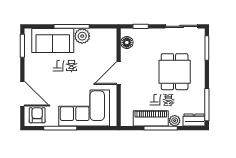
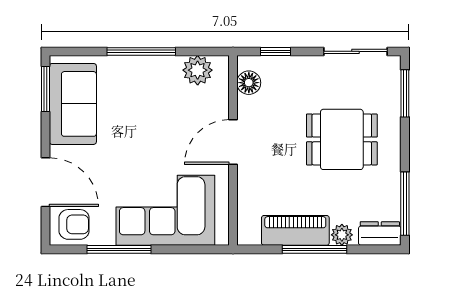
plant: (82, 36) -> (198, 70), moved
sofa: (53, 41) -> (73, 104), moved, turned -90
dining table: (175, 72) -> (342, 139), turned 90
armchair: (37, 115) -> (74, 224), turned 90

